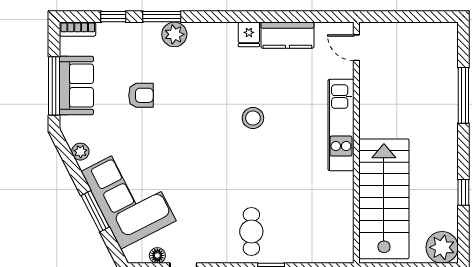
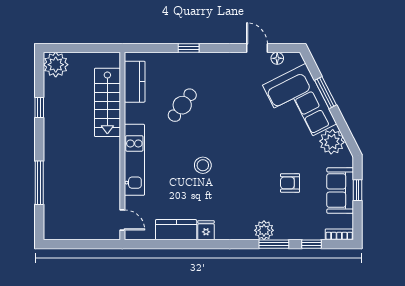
window: (54, 86) -> (358, 190), width x0.46
plant: (80, 152) -> (332, 142), width x1.87, depth x1.87
stairs: (384, 199) -> (107, 102), width x0.73, depth x0.66
kitchen counter: (341, 225) -> (135, 82), added
cafe table: (251, 231) -> (182, 105), moved, turned 37

